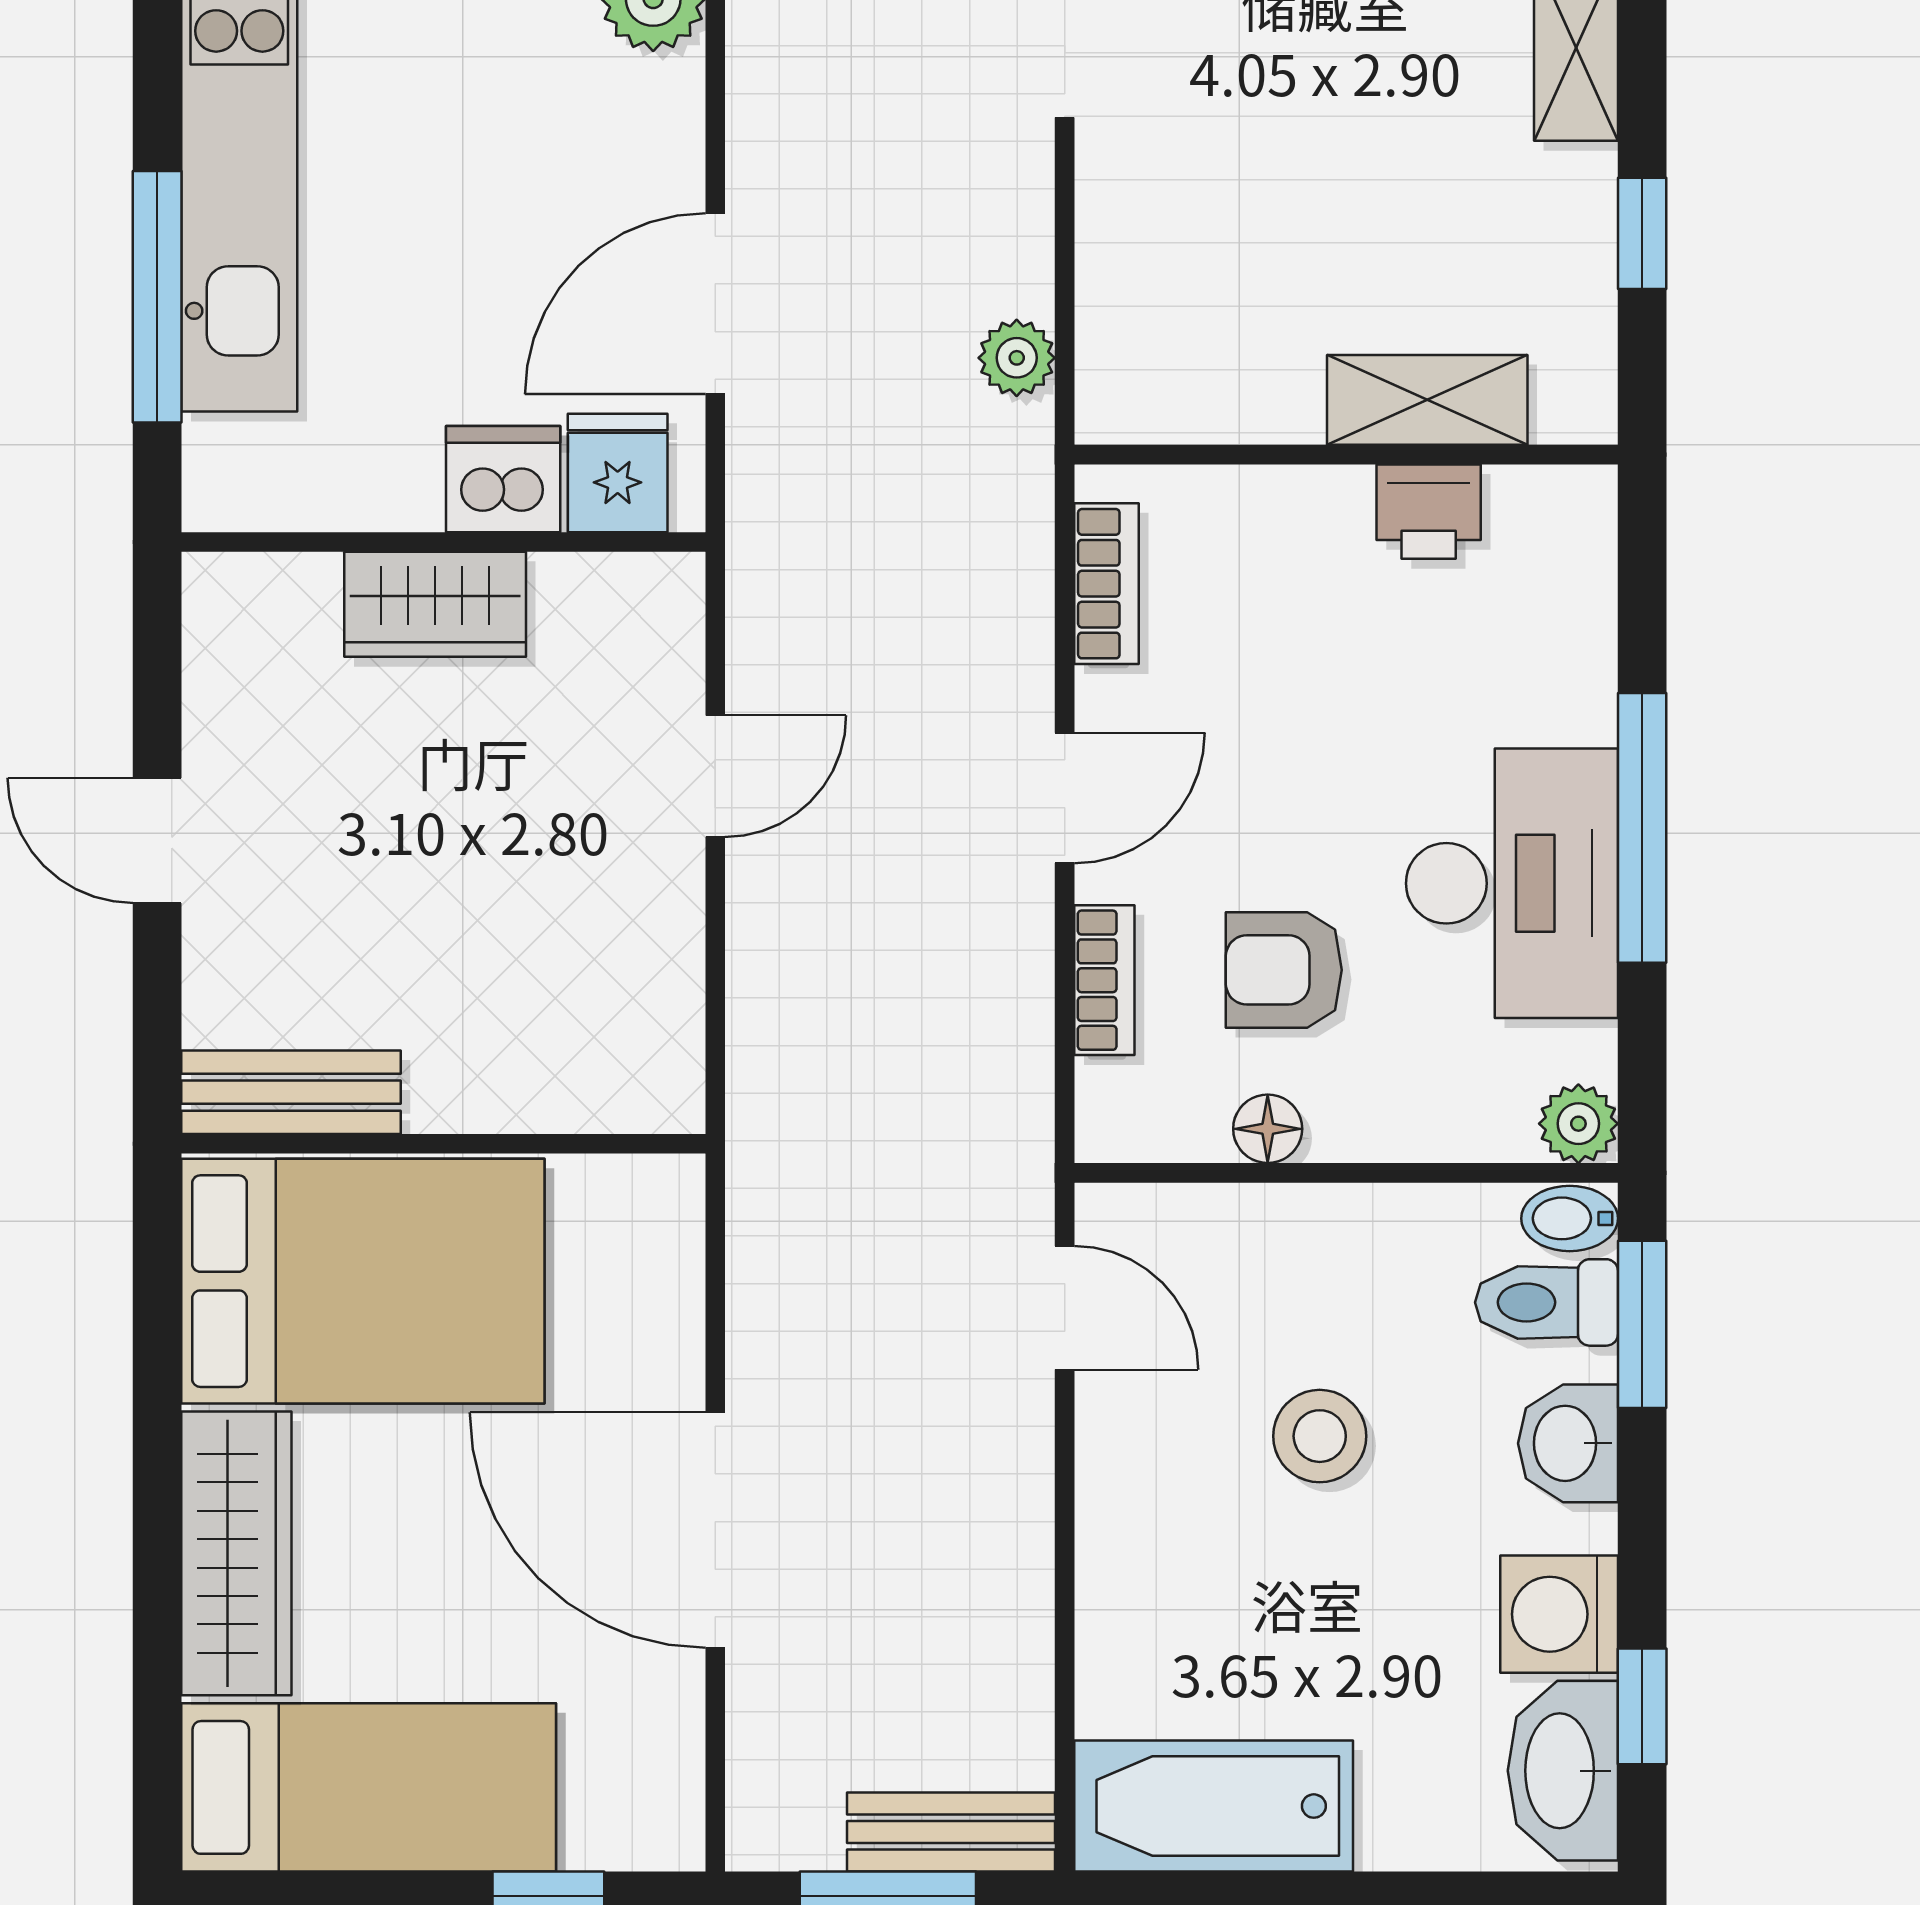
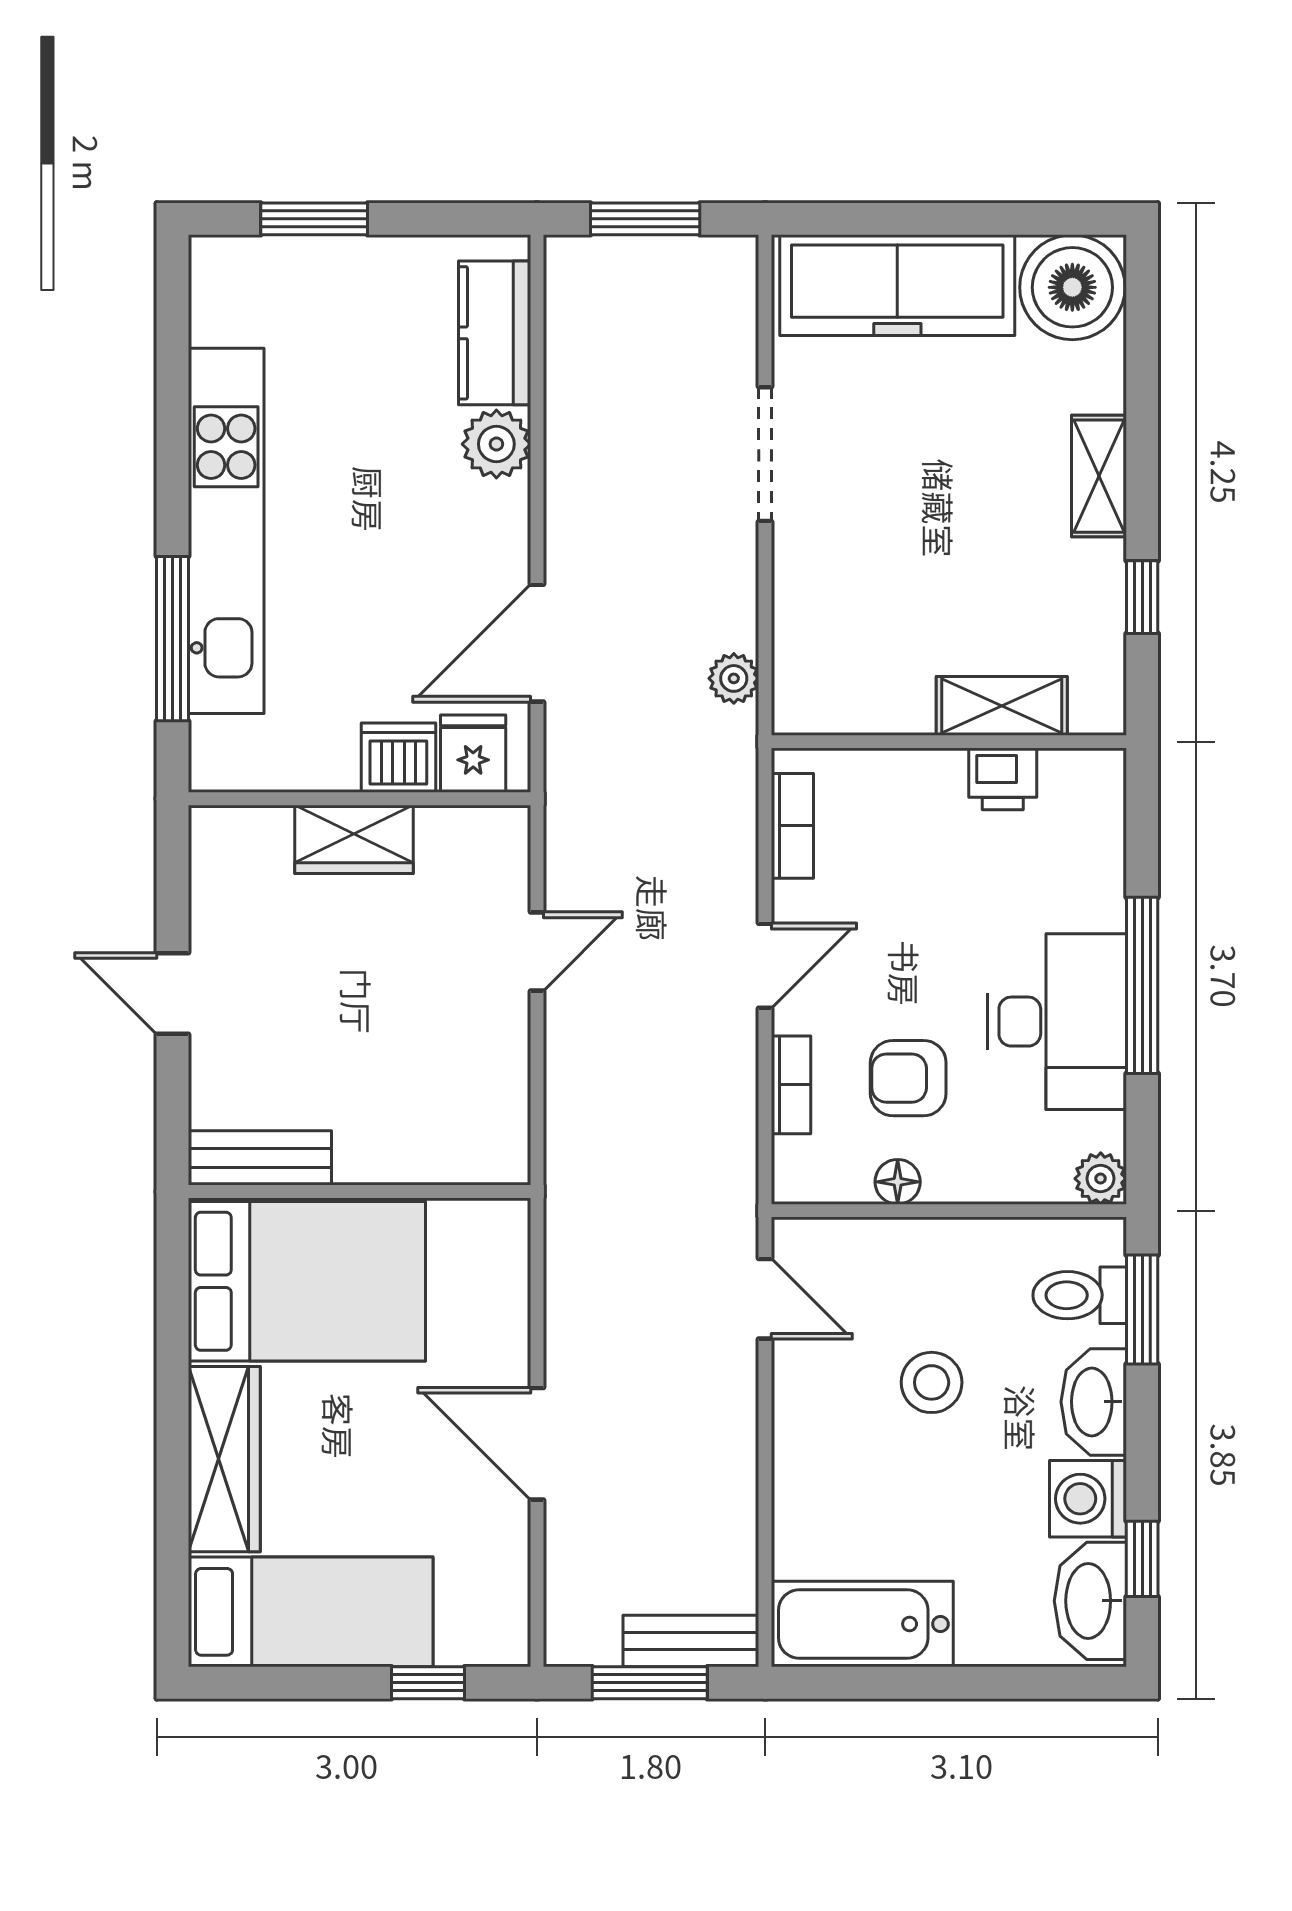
bidet: (1570, 1218) -> (1095, 1240), removed
washbasin: (1568, 1443) -> (1094, 1402), width x1.38
door: (715, 1530) -> (537, 1444), width x0.73

